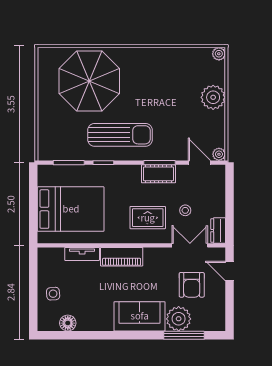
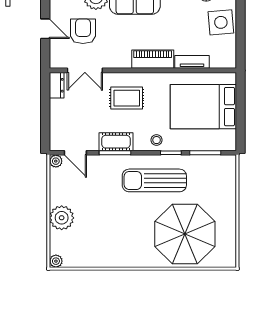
stool: (185, 210) -> (157, 140), moved
door: (230, 271) -> (45, 29), moved
side table: (53, 294) -> (221, 22), width x1.87, depth x1.87

